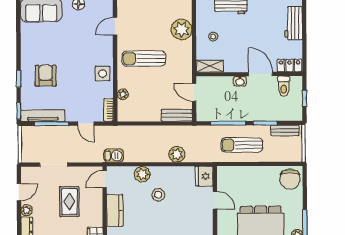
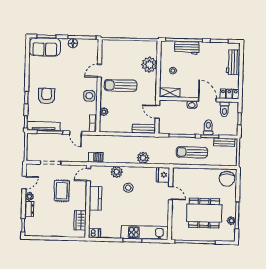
door: (115, 26) -> (99, 71), moved
toilet: (263, 111) -> (208, 127), added

